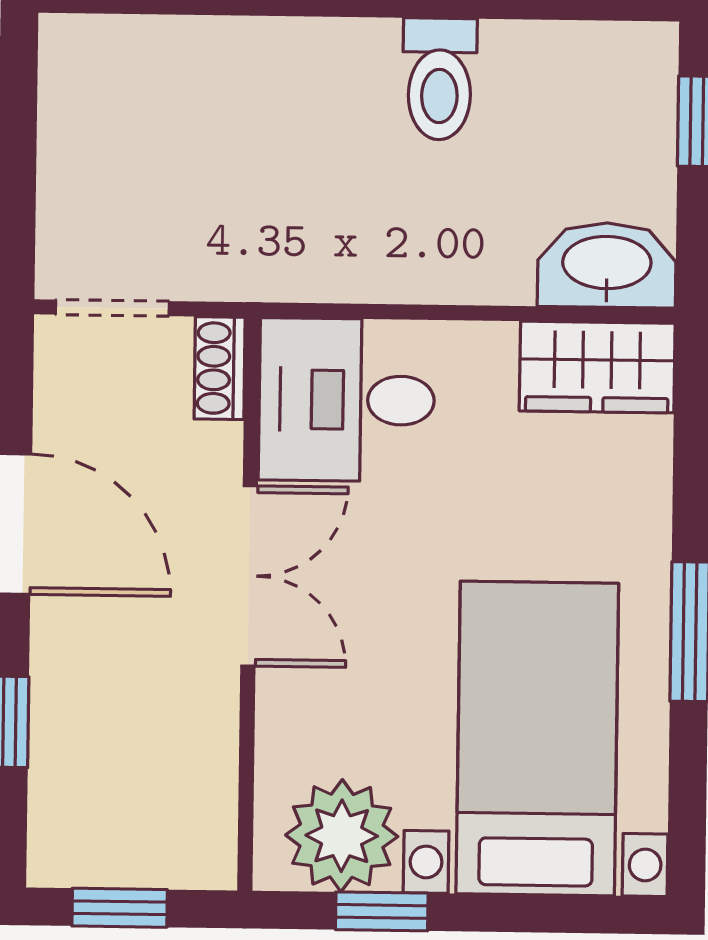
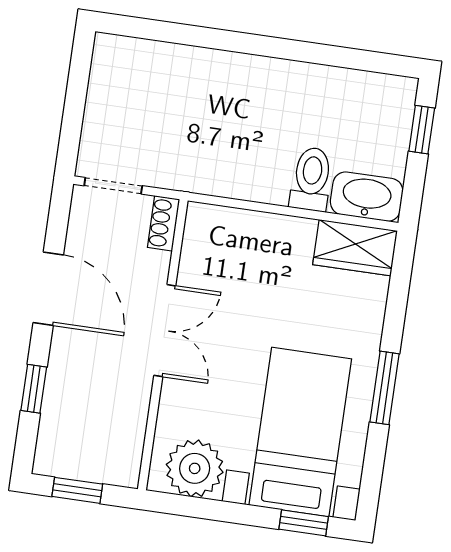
toilet: (440, 79) -> (311, 179), moved, turned 180
desk: (347, 400) -> (226, 248), removed
window: (382, 911) -> (304, 523), moved

